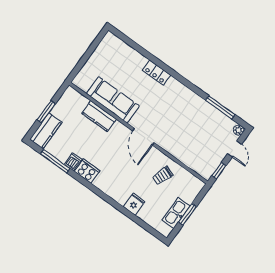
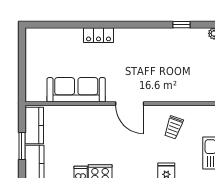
window: (220, 107) -> (181, 25), width x0.46
kitchen counter: (99, 116) -> (34, 126), moved, turned -90

